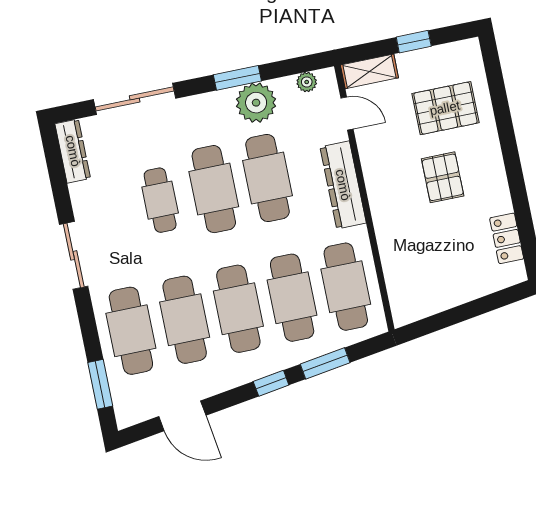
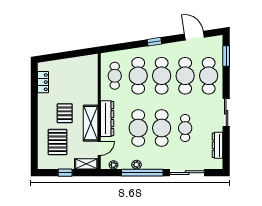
window: (237, 78) -> (142, 173), width x2.11
plant: (256, 103) -> (137, 165), width x0.53, depth x0.53
pallet: (445, 108) -> (58, 142), turned 90
door: (347, 113) -> (99, 148), swing flipped
dresser: (73, 151) -> (218, 145), moved
shelving: (378, 167) -> (91, 123), added
cafe table: (346, 287) -> (115, 76), width x0.73, depth x0.74
window: (325, 363) -> (130, 45), removed

